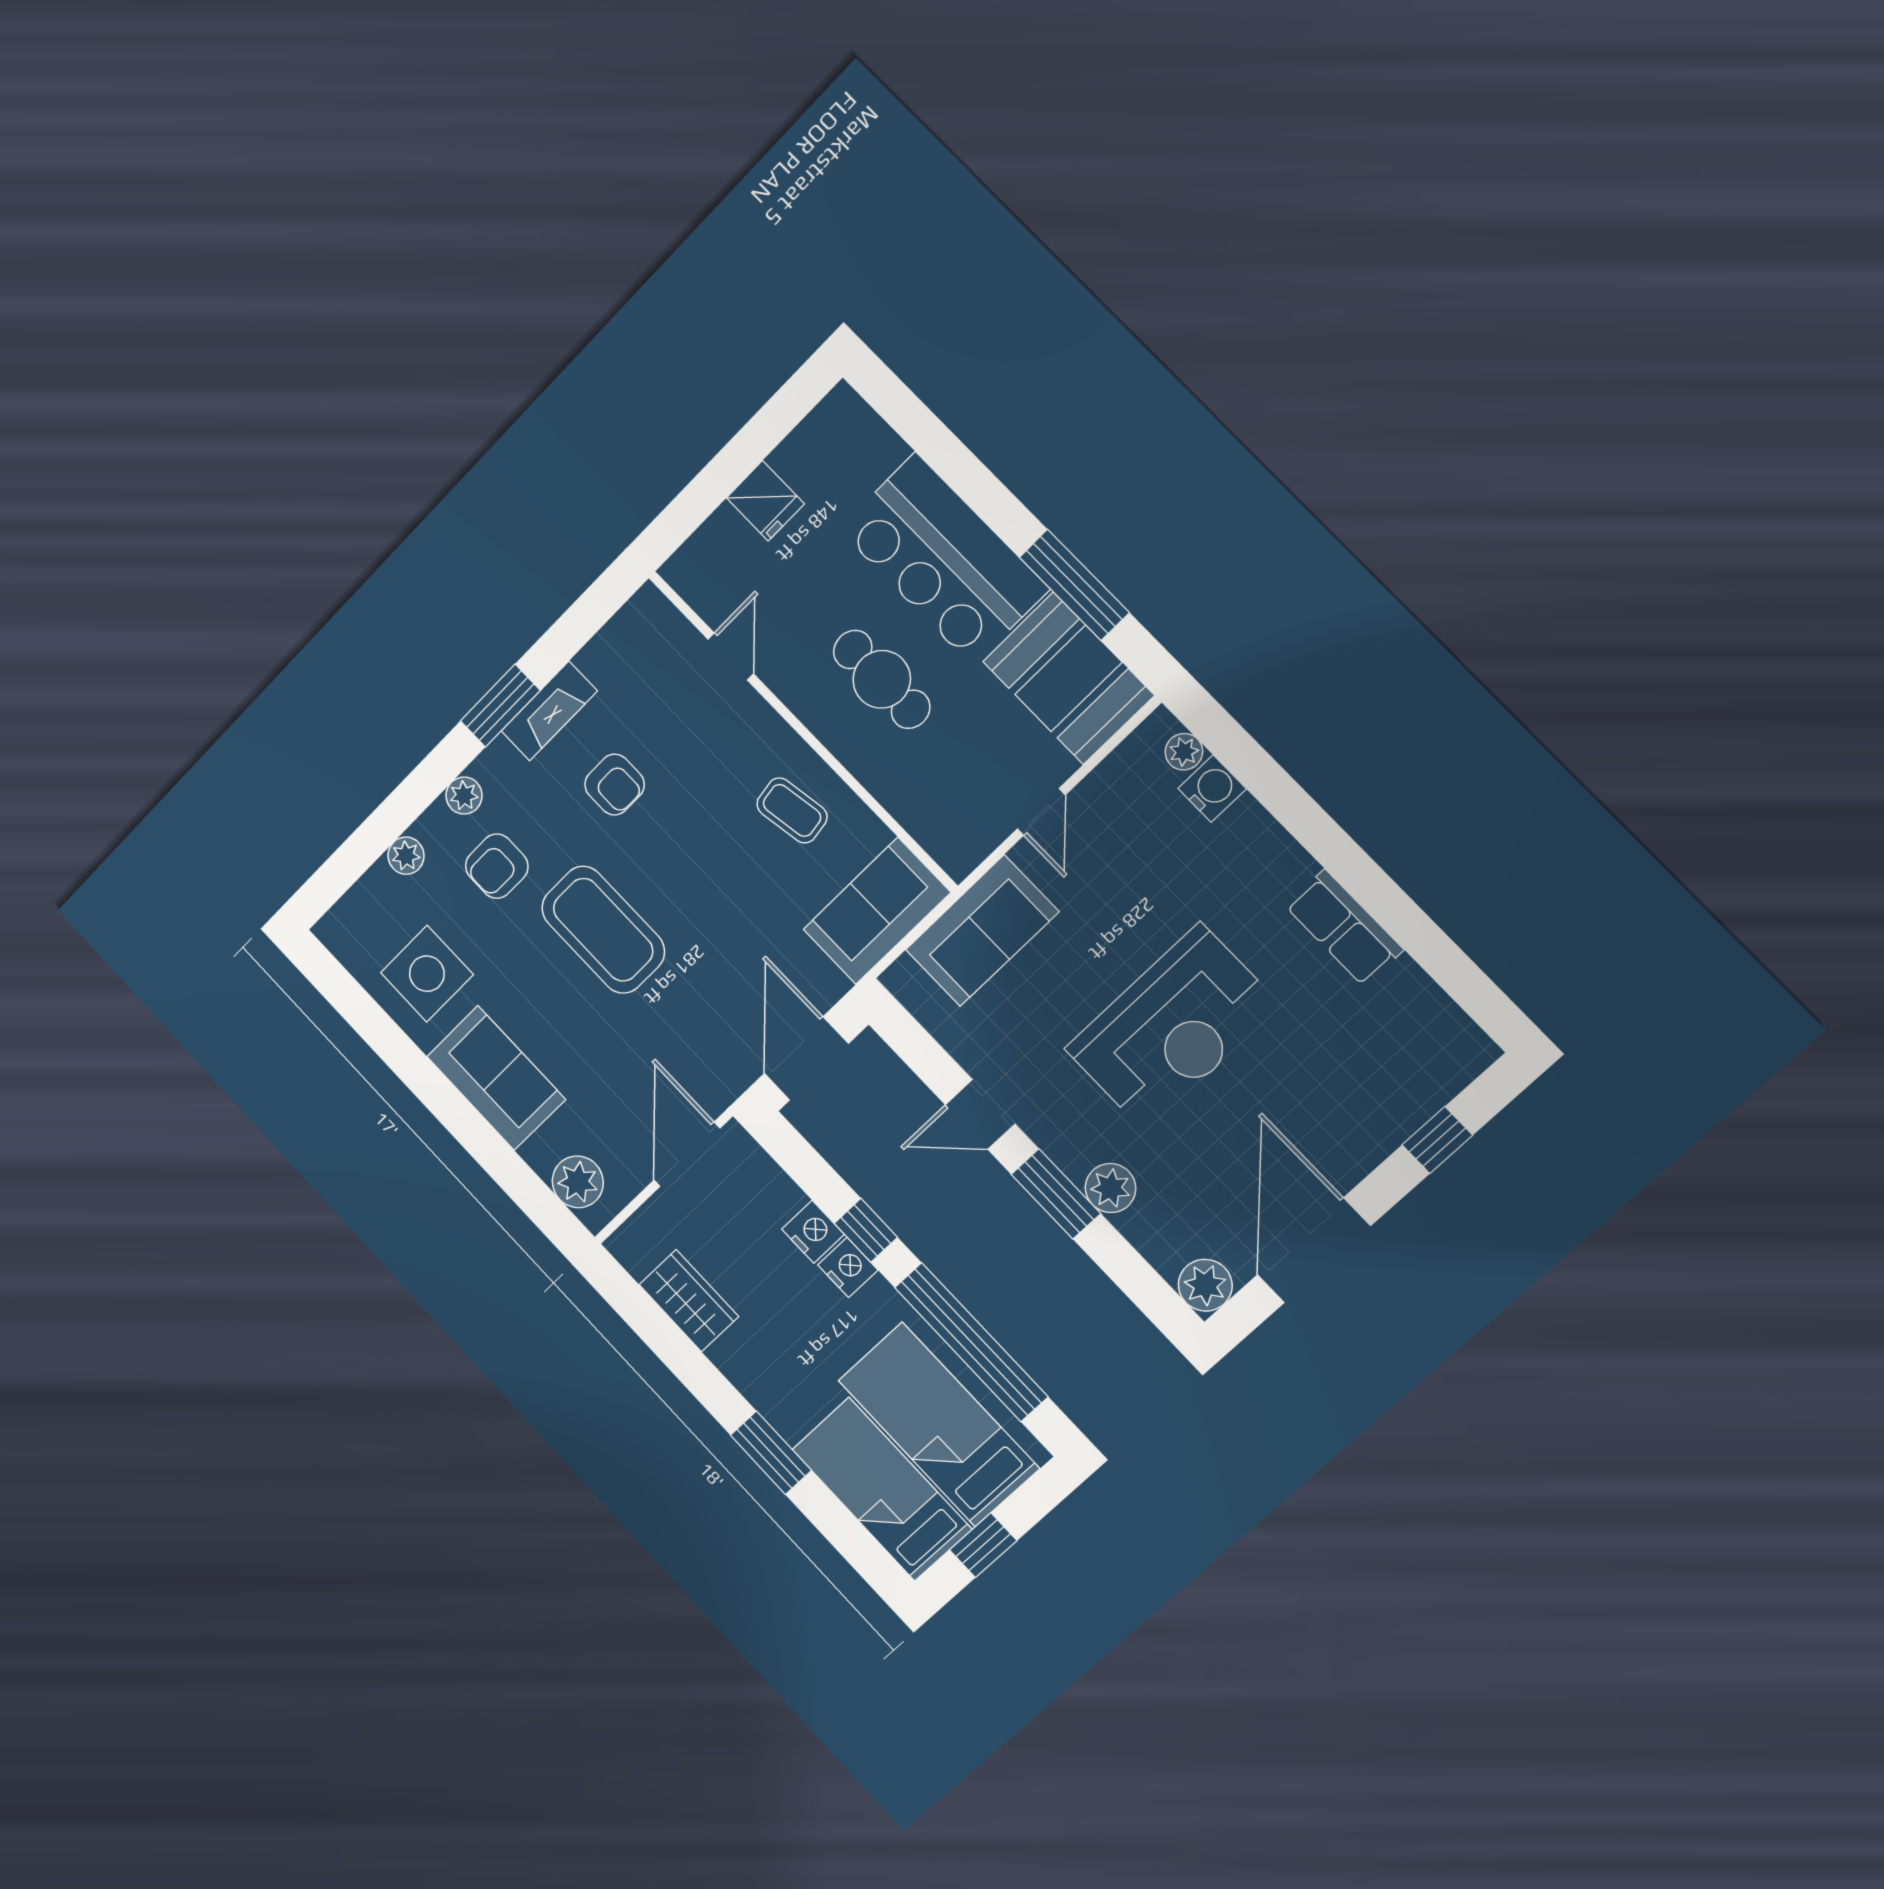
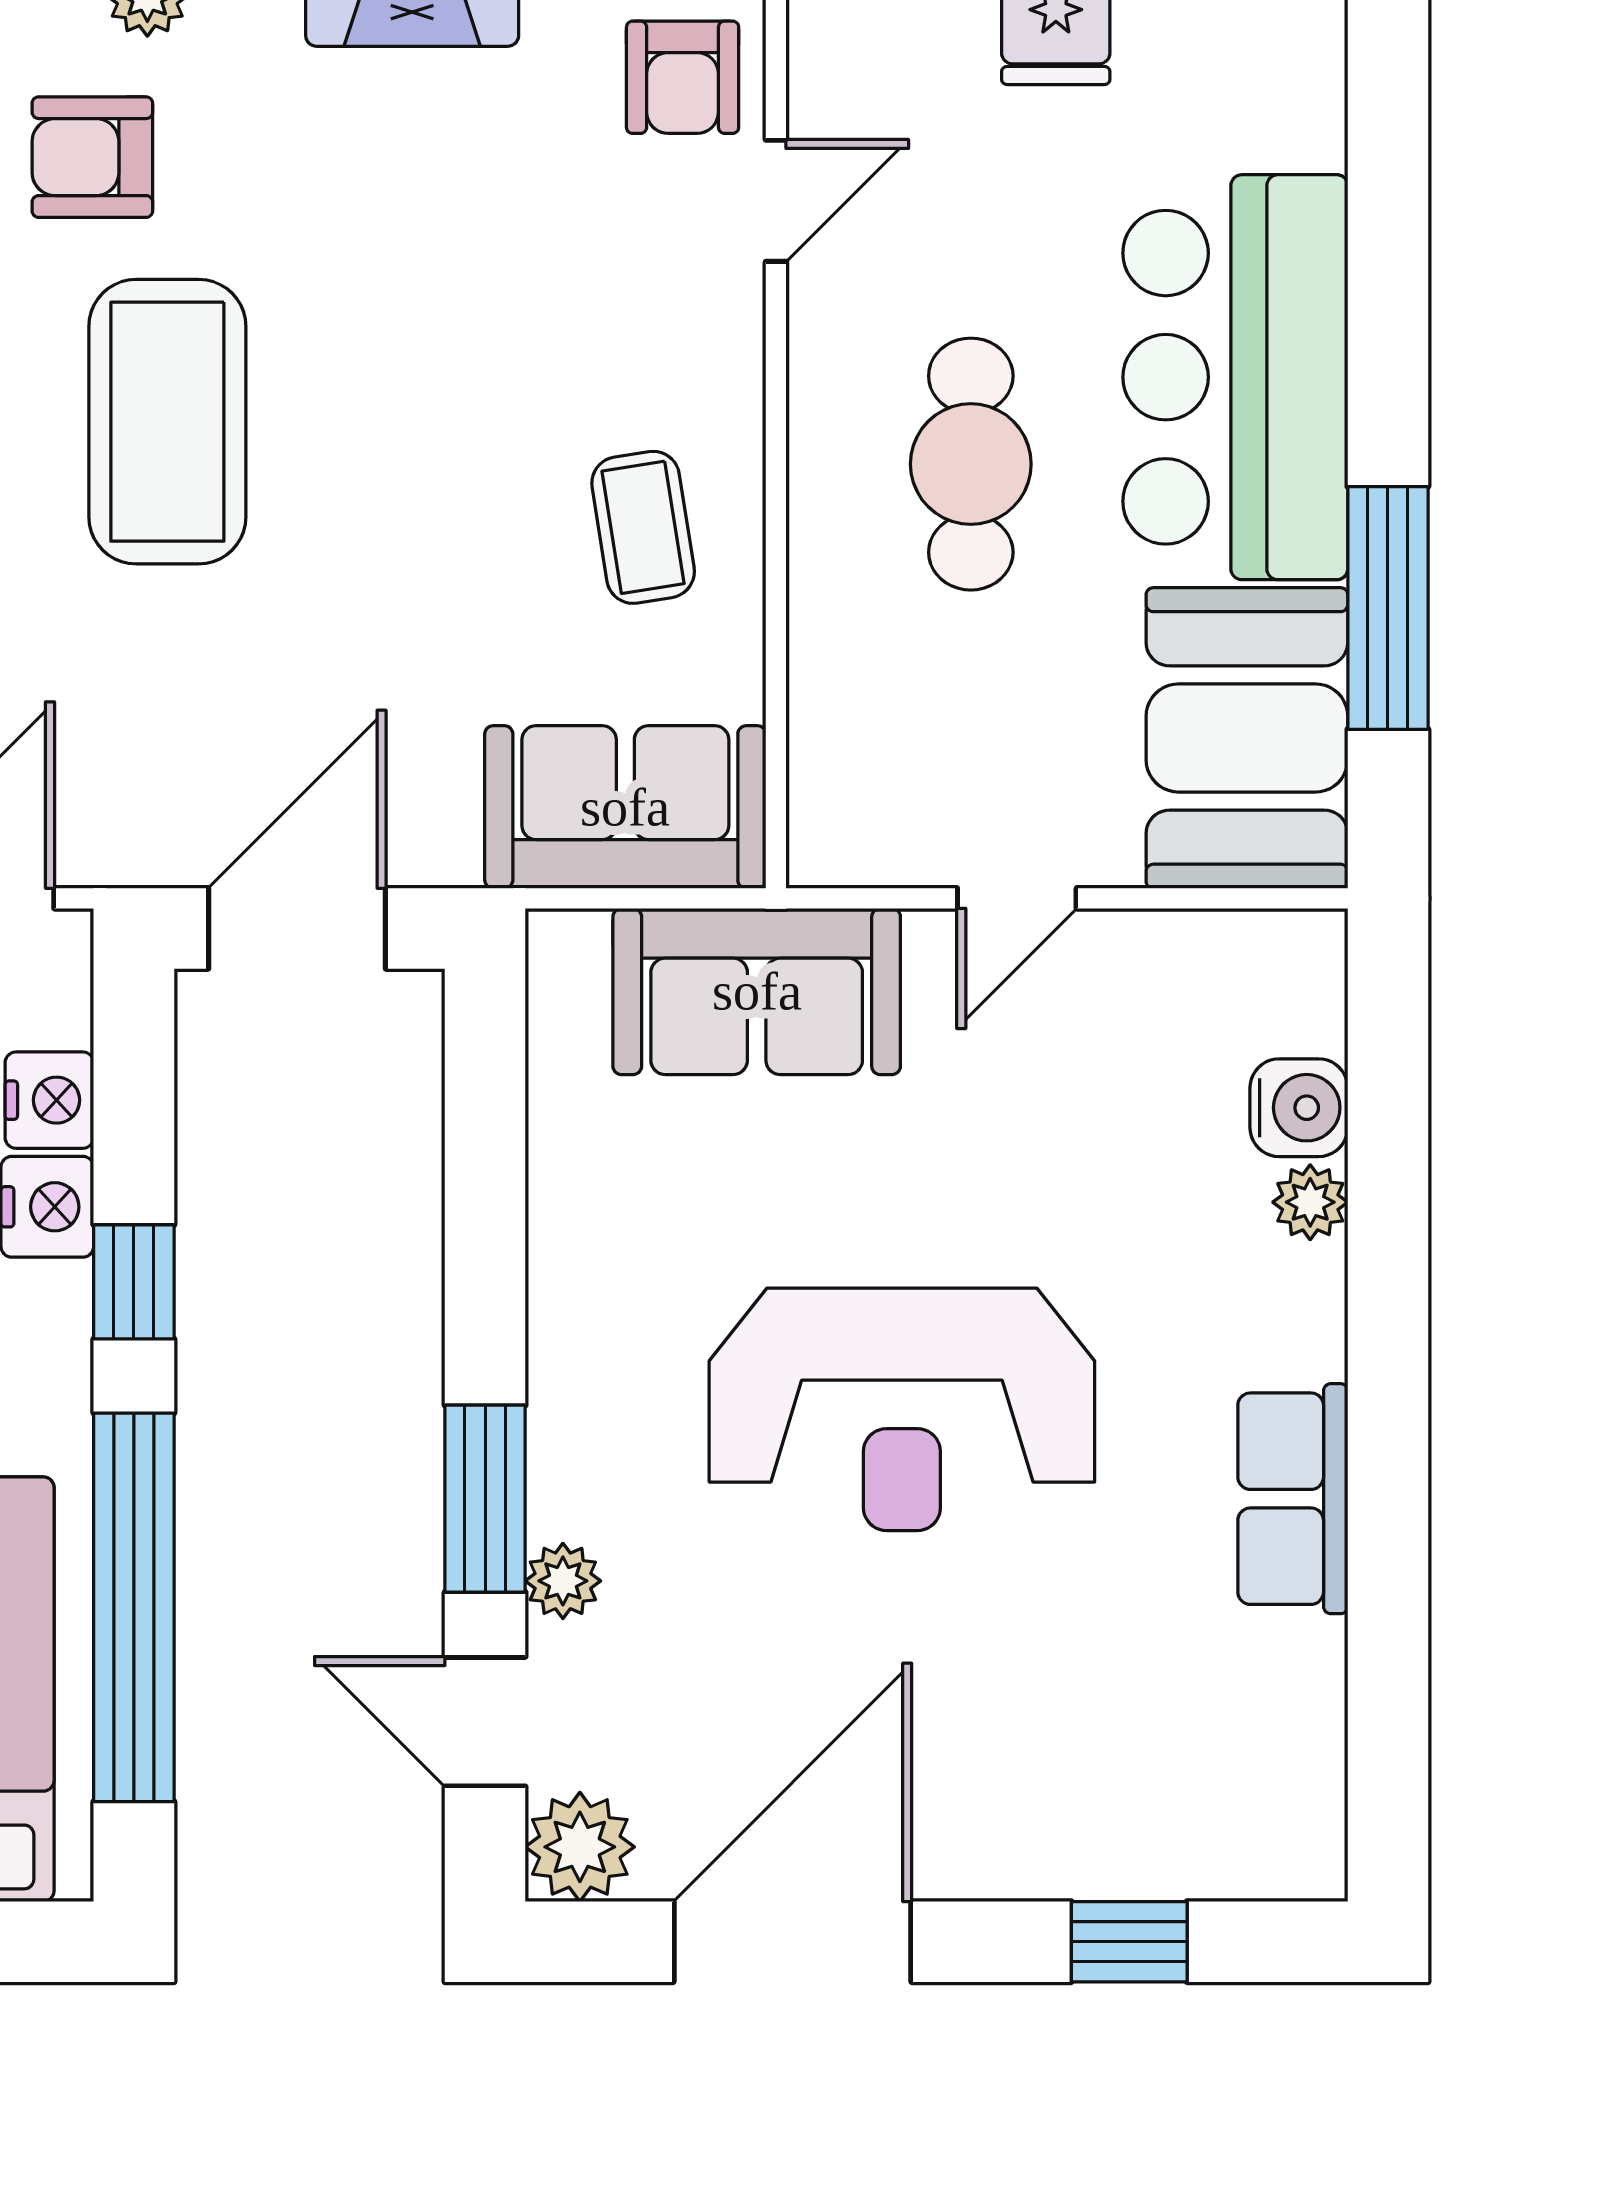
plant: (1184, 752) -> (1310, 1202), moved
armchair: (615, 785) -> (683, 77), moved
door: (980, 1114) -> (485, 1722), moved
plant: (1110, 1188) -> (563, 1581), width x0.73, depth x0.73
nightstand: (848, 1267) -> (49, 1100), moved

